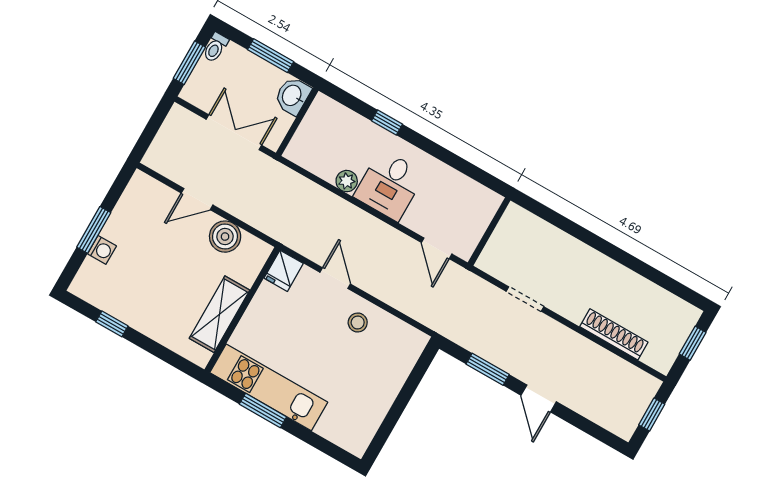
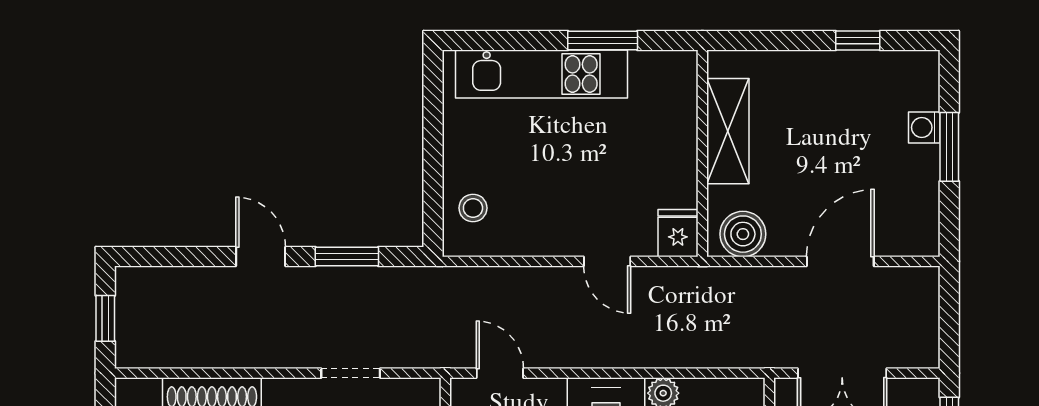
door: (197, 199) -> (840, 261), width x1.38
boiler: (225, 237) -> (743, 234), moved
stool: (358, 322) -> (473, 208), moved
kitchen unit: (269, 387) -> (542, 74), moved

